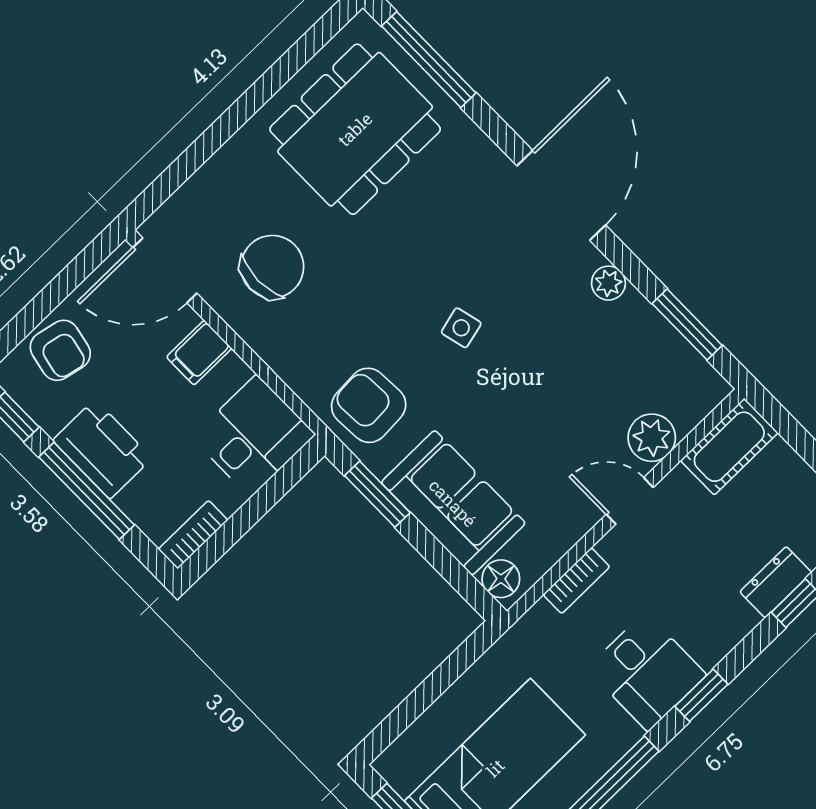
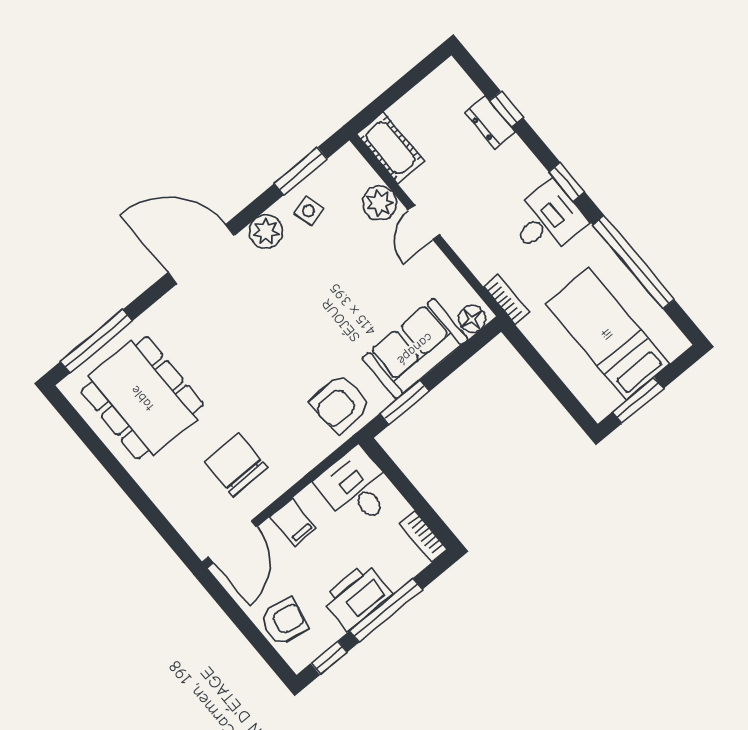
plant: (608, 283) -> (266, 232), width x1.38, depth x1.38
side table: (461, 328) -> (309, 211), moved
bookcase: (576, 581) -> (506, 299), moved

